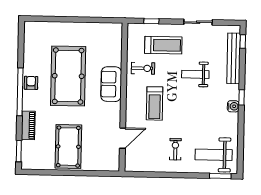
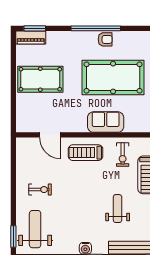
treadmill: (155, 103) -> (86, 153), moved
piano: (28, 125) -> (31, 37), moved

